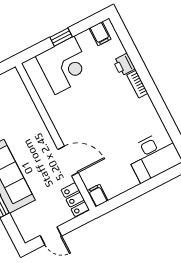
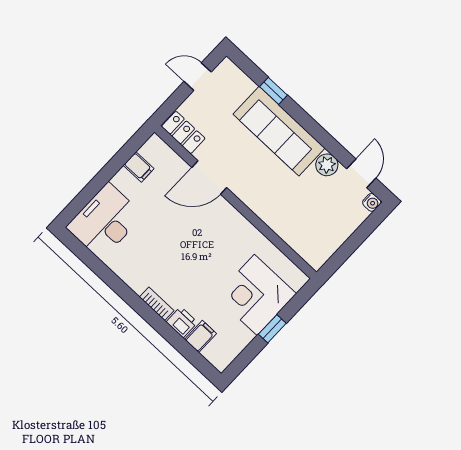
filing cabinet: (100, 34) -> (201, 336), moved, turned 90
filing cabinet: (98, 196) -> (139, 167), moved

